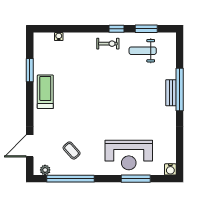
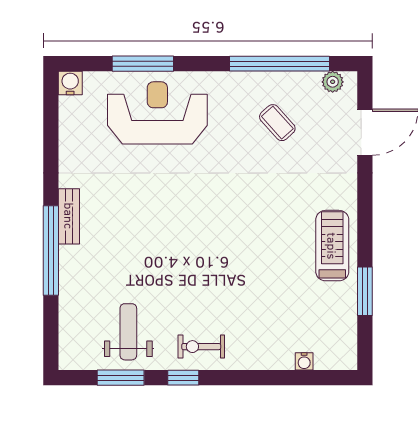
weight bench: (143, 51) -> (128, 332), turned -90
treadmill: (45, 92) -> (332, 246), turned 180
bench: (171, 93) -> (69, 216), moved

